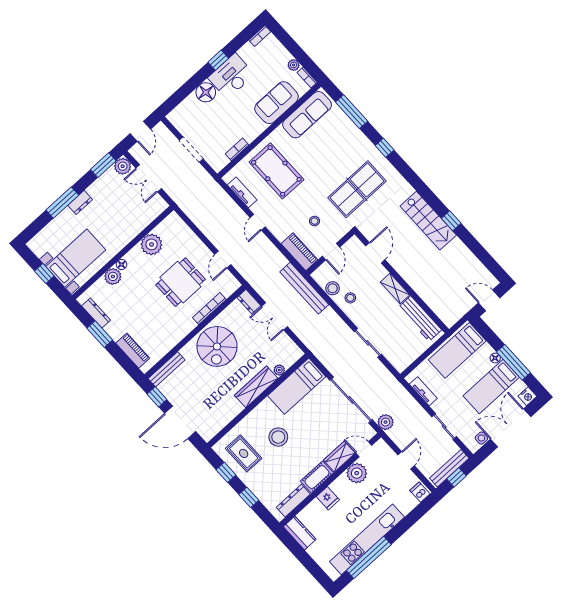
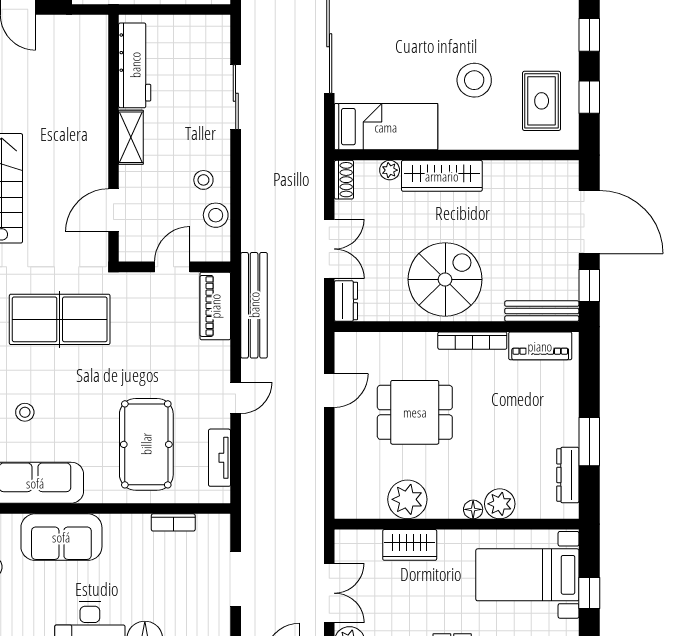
stool: (315, 221) -> (25, 412), moved
wardrobe: (134, 227) -> (410, 545), added
bench: (304, 288) -> (254, 305), moved
bookcase: (209, 308) -> (472, 341), moved
shoe rack: (294, 349) -> (344, 180), added
piano: (133, 351) -> (540, 346), moved, turned -90

